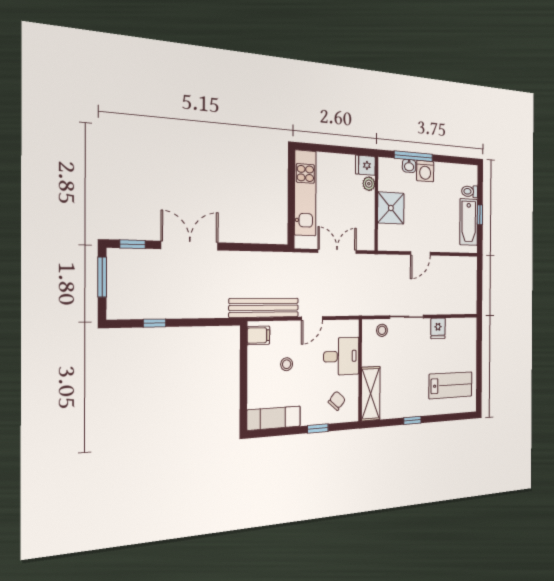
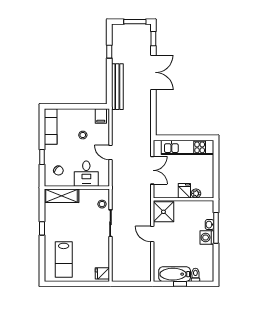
fridge: (365, 165) -> (184, 191), moved
shower: (391, 208) -> (163, 212), moved
bench: (264, 308) -> (117, 87), moved
fridge: (438, 328) -> (102, 273), moved

